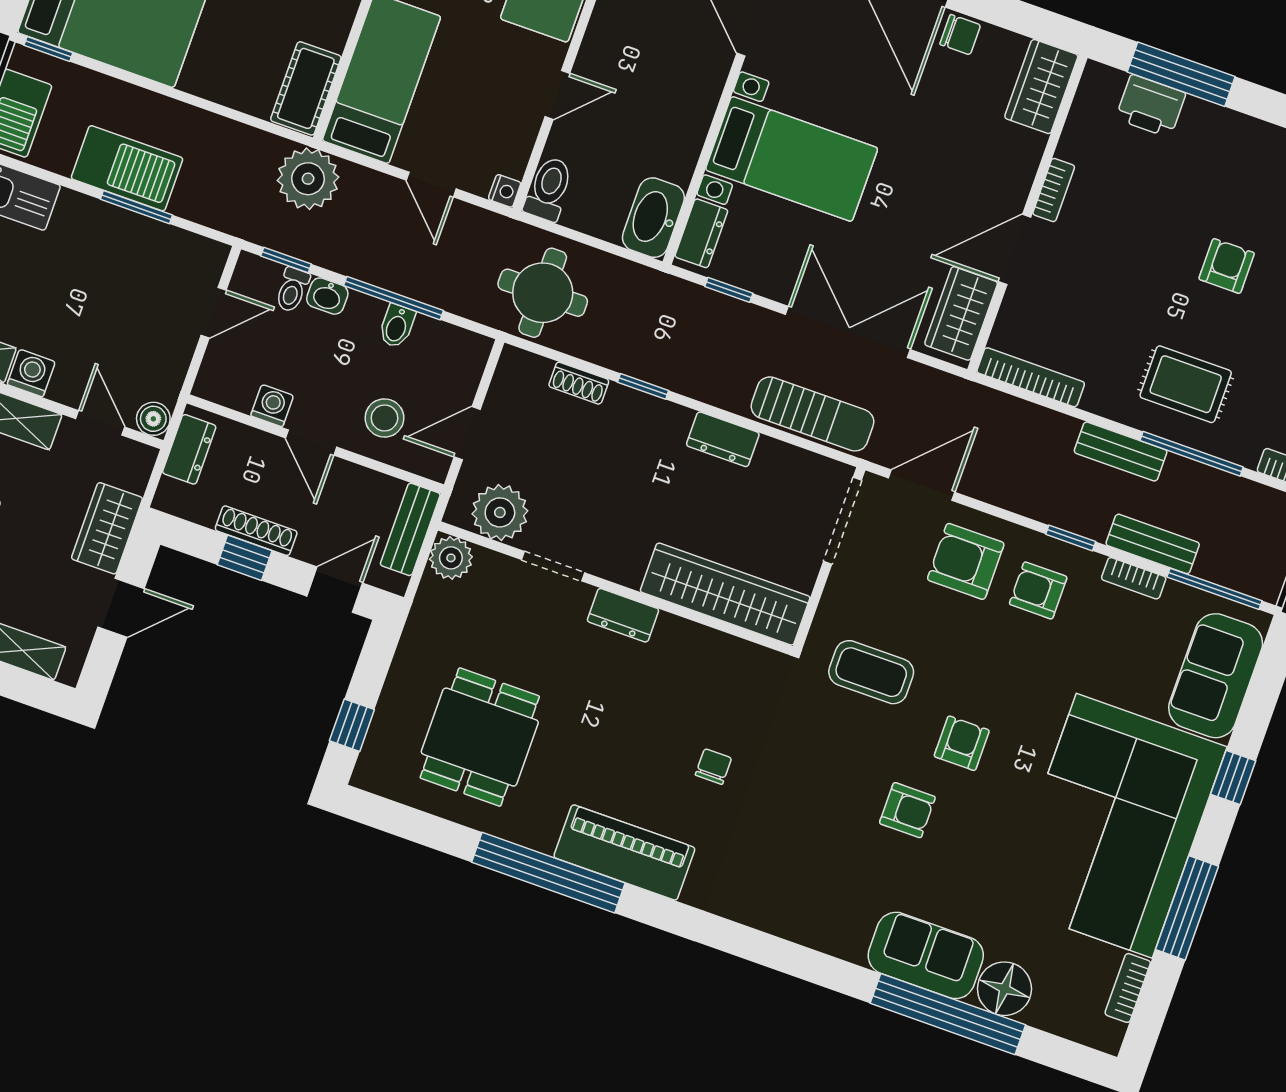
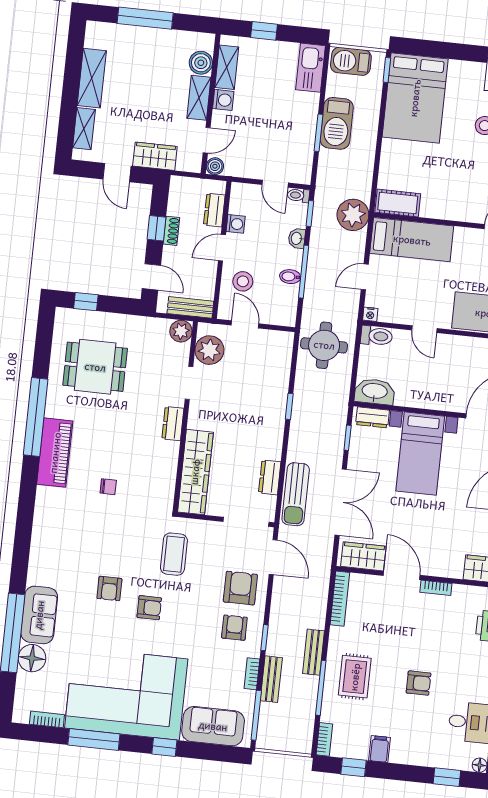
toilet: (292, 290) -> (298, 195), moved
shoe rack: (579, 383) -> (283, 374), removed
dresser: (723, 439) -> (270, 477), moved
dresser: (189, 449) -> (214, 210), moved, turned 90
shoe rack: (256, 531) -> (171, 231), width x0.70

